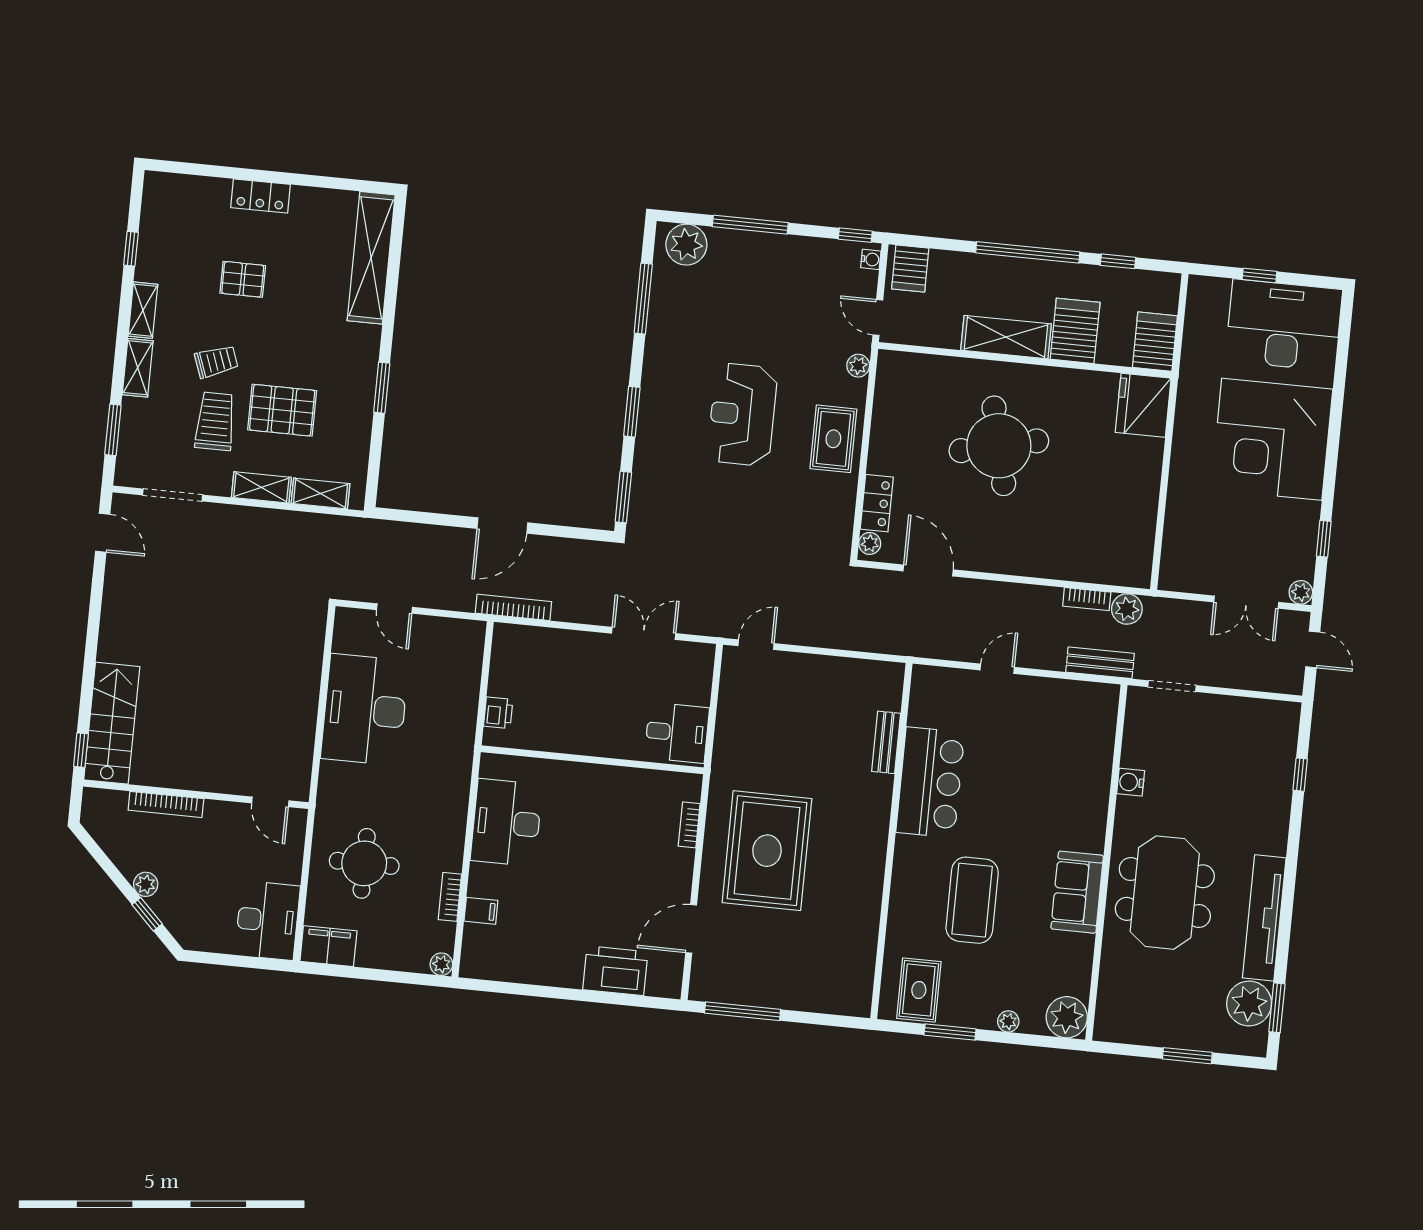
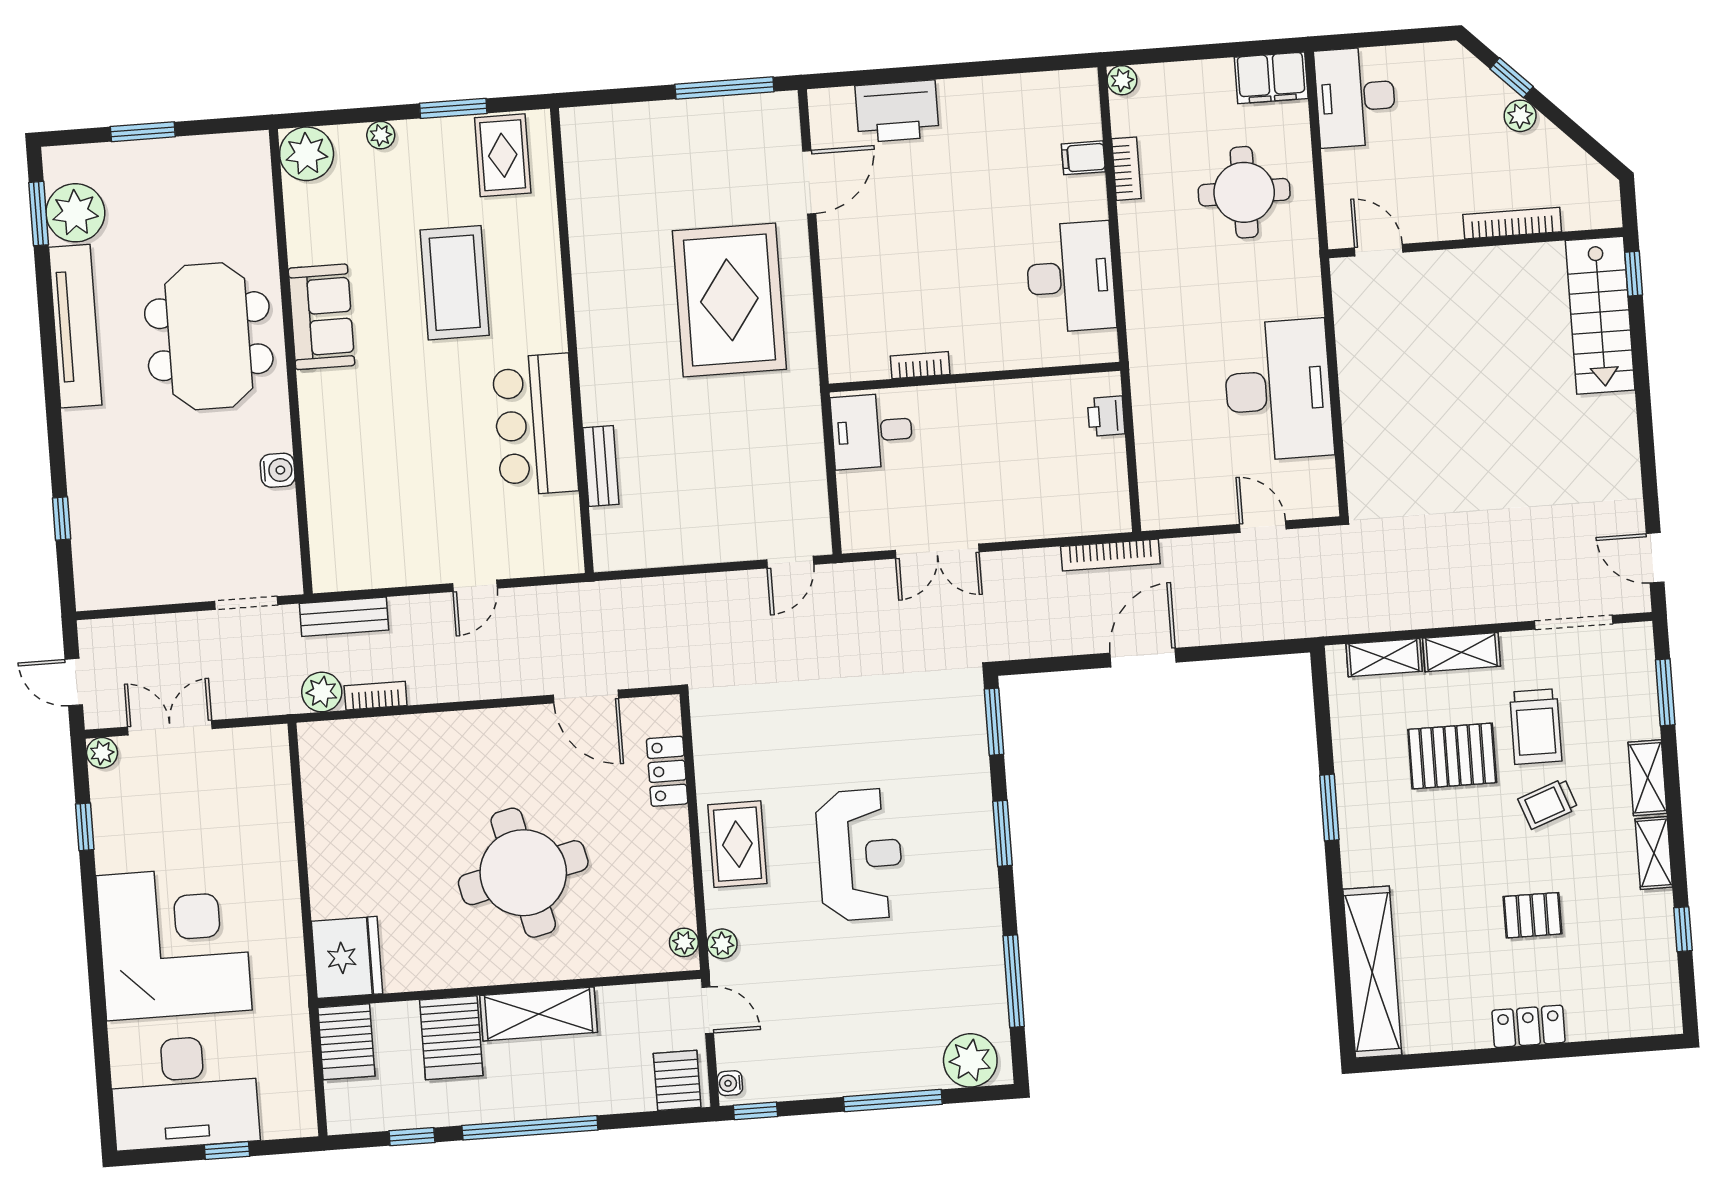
plant: (870, 543) -> (684, 942), moved
bookcase: (689, 825) -> (920, 365), moved, turned -90

